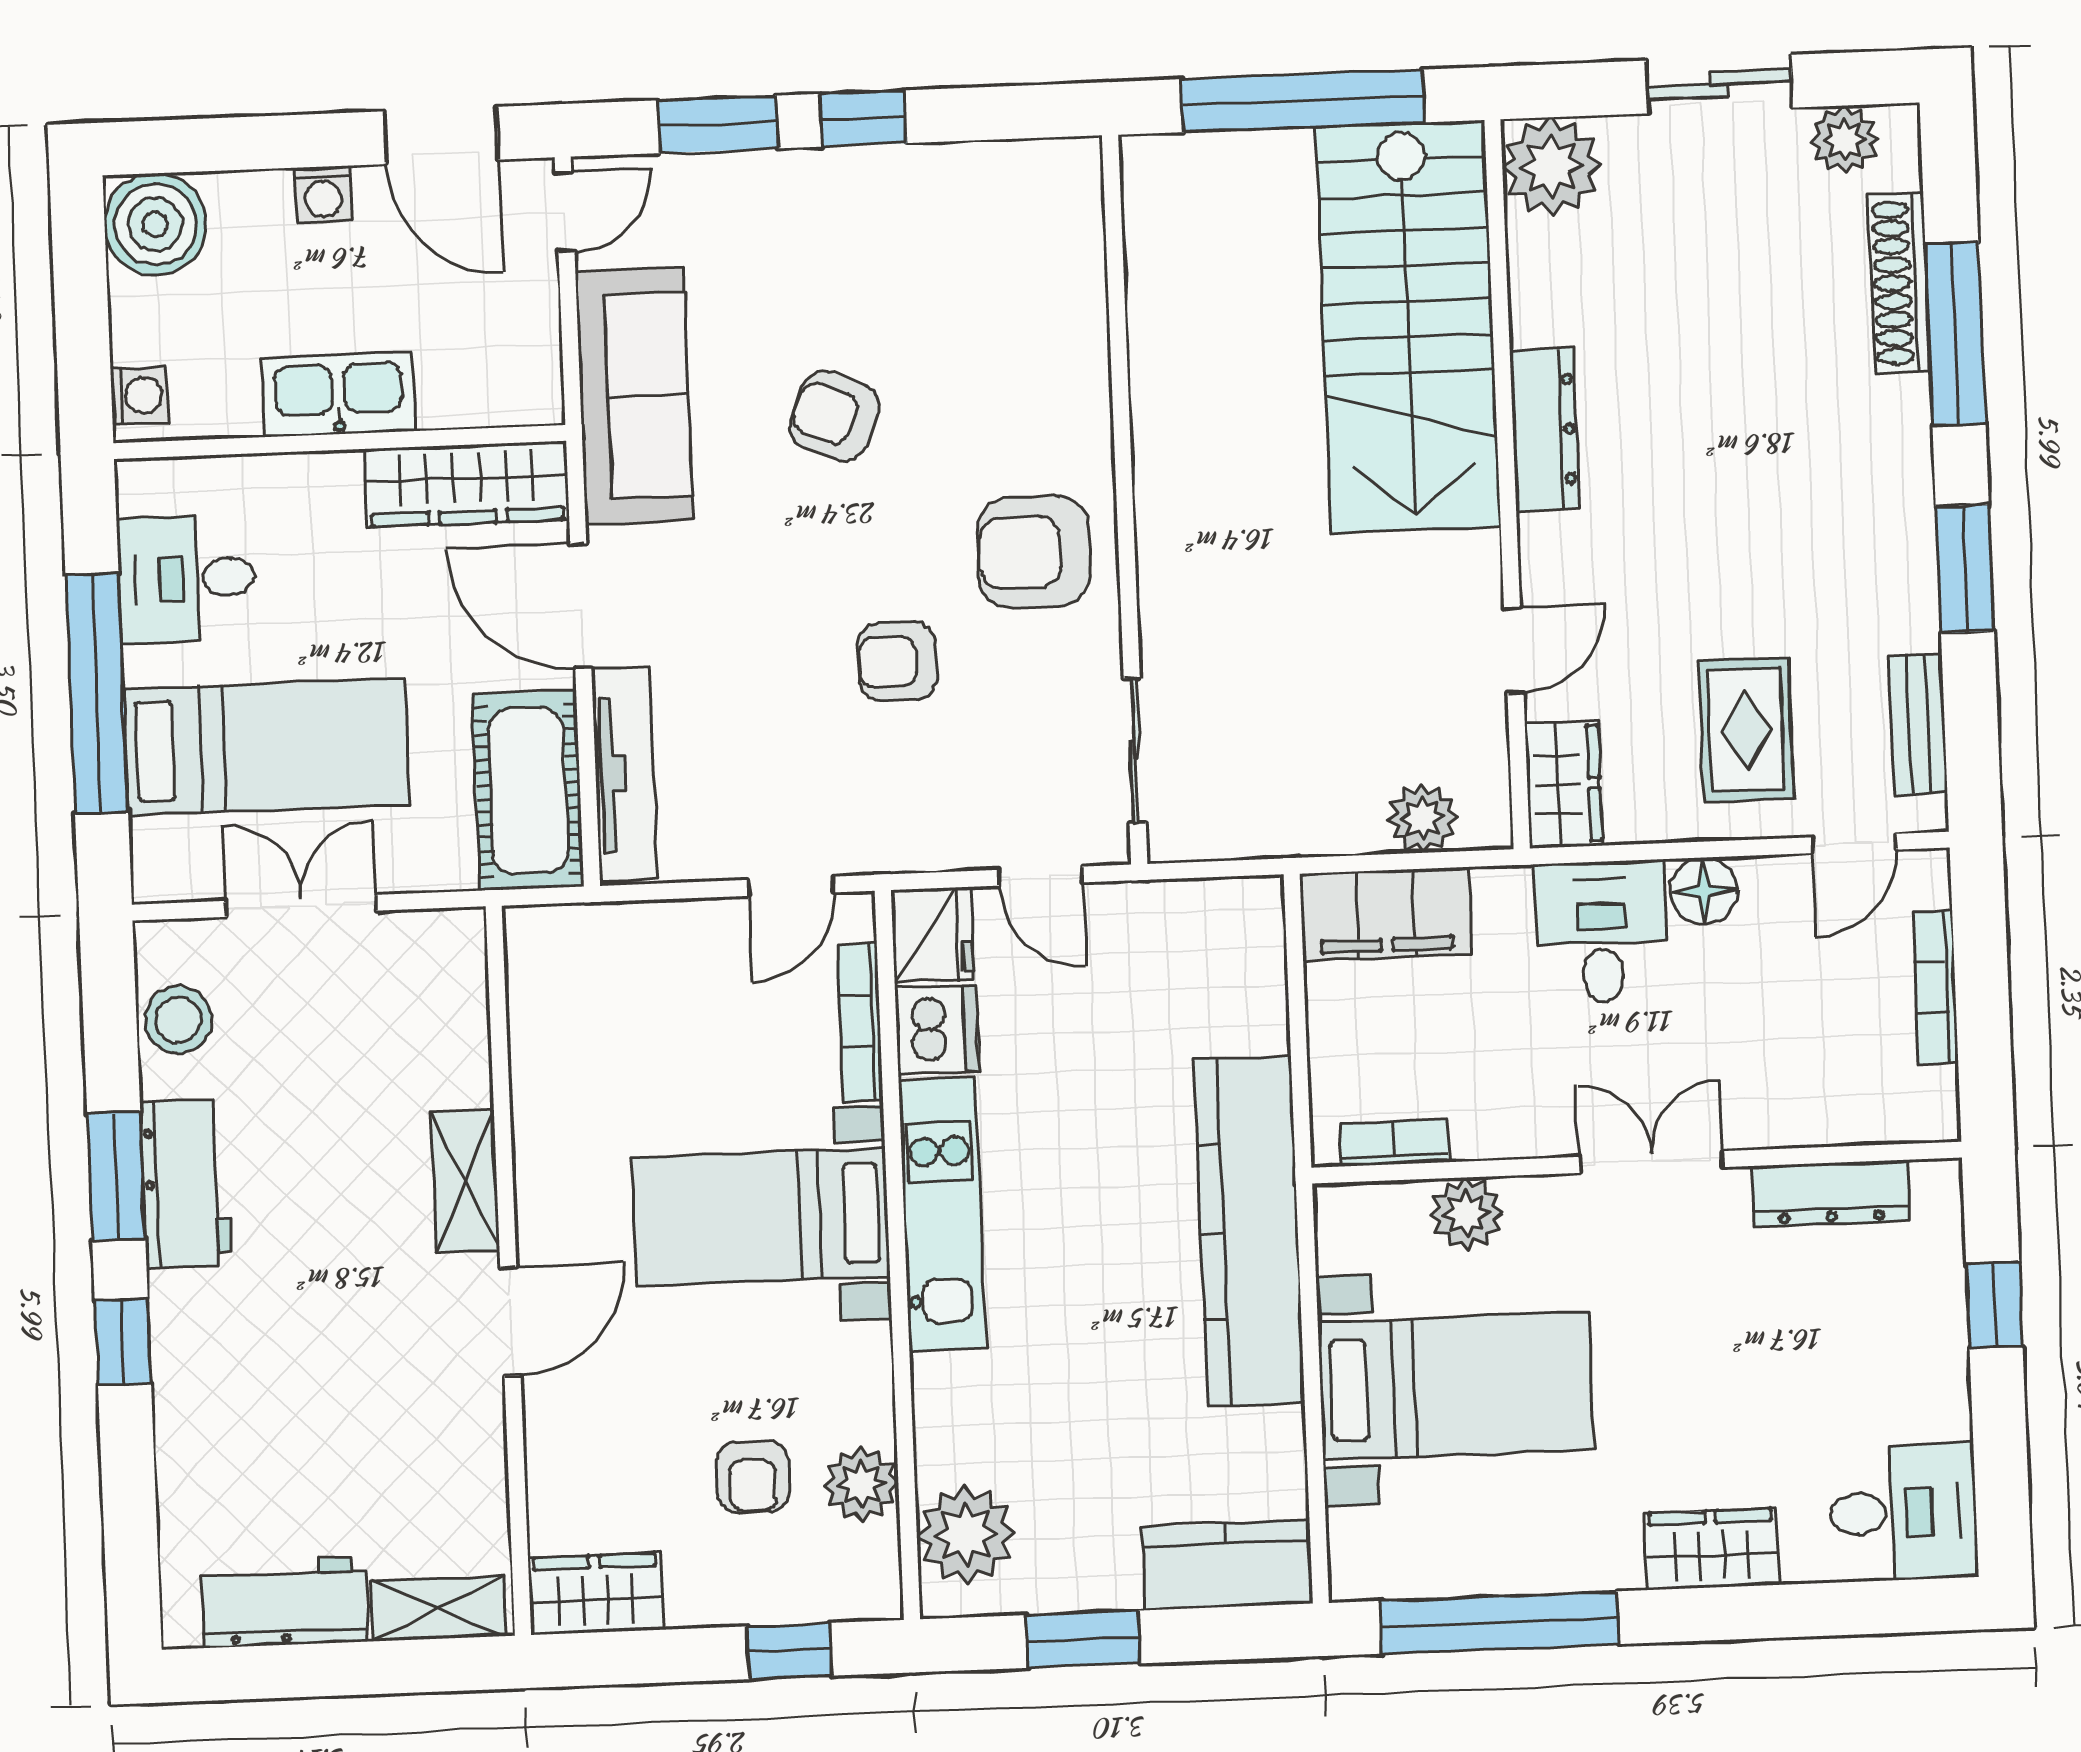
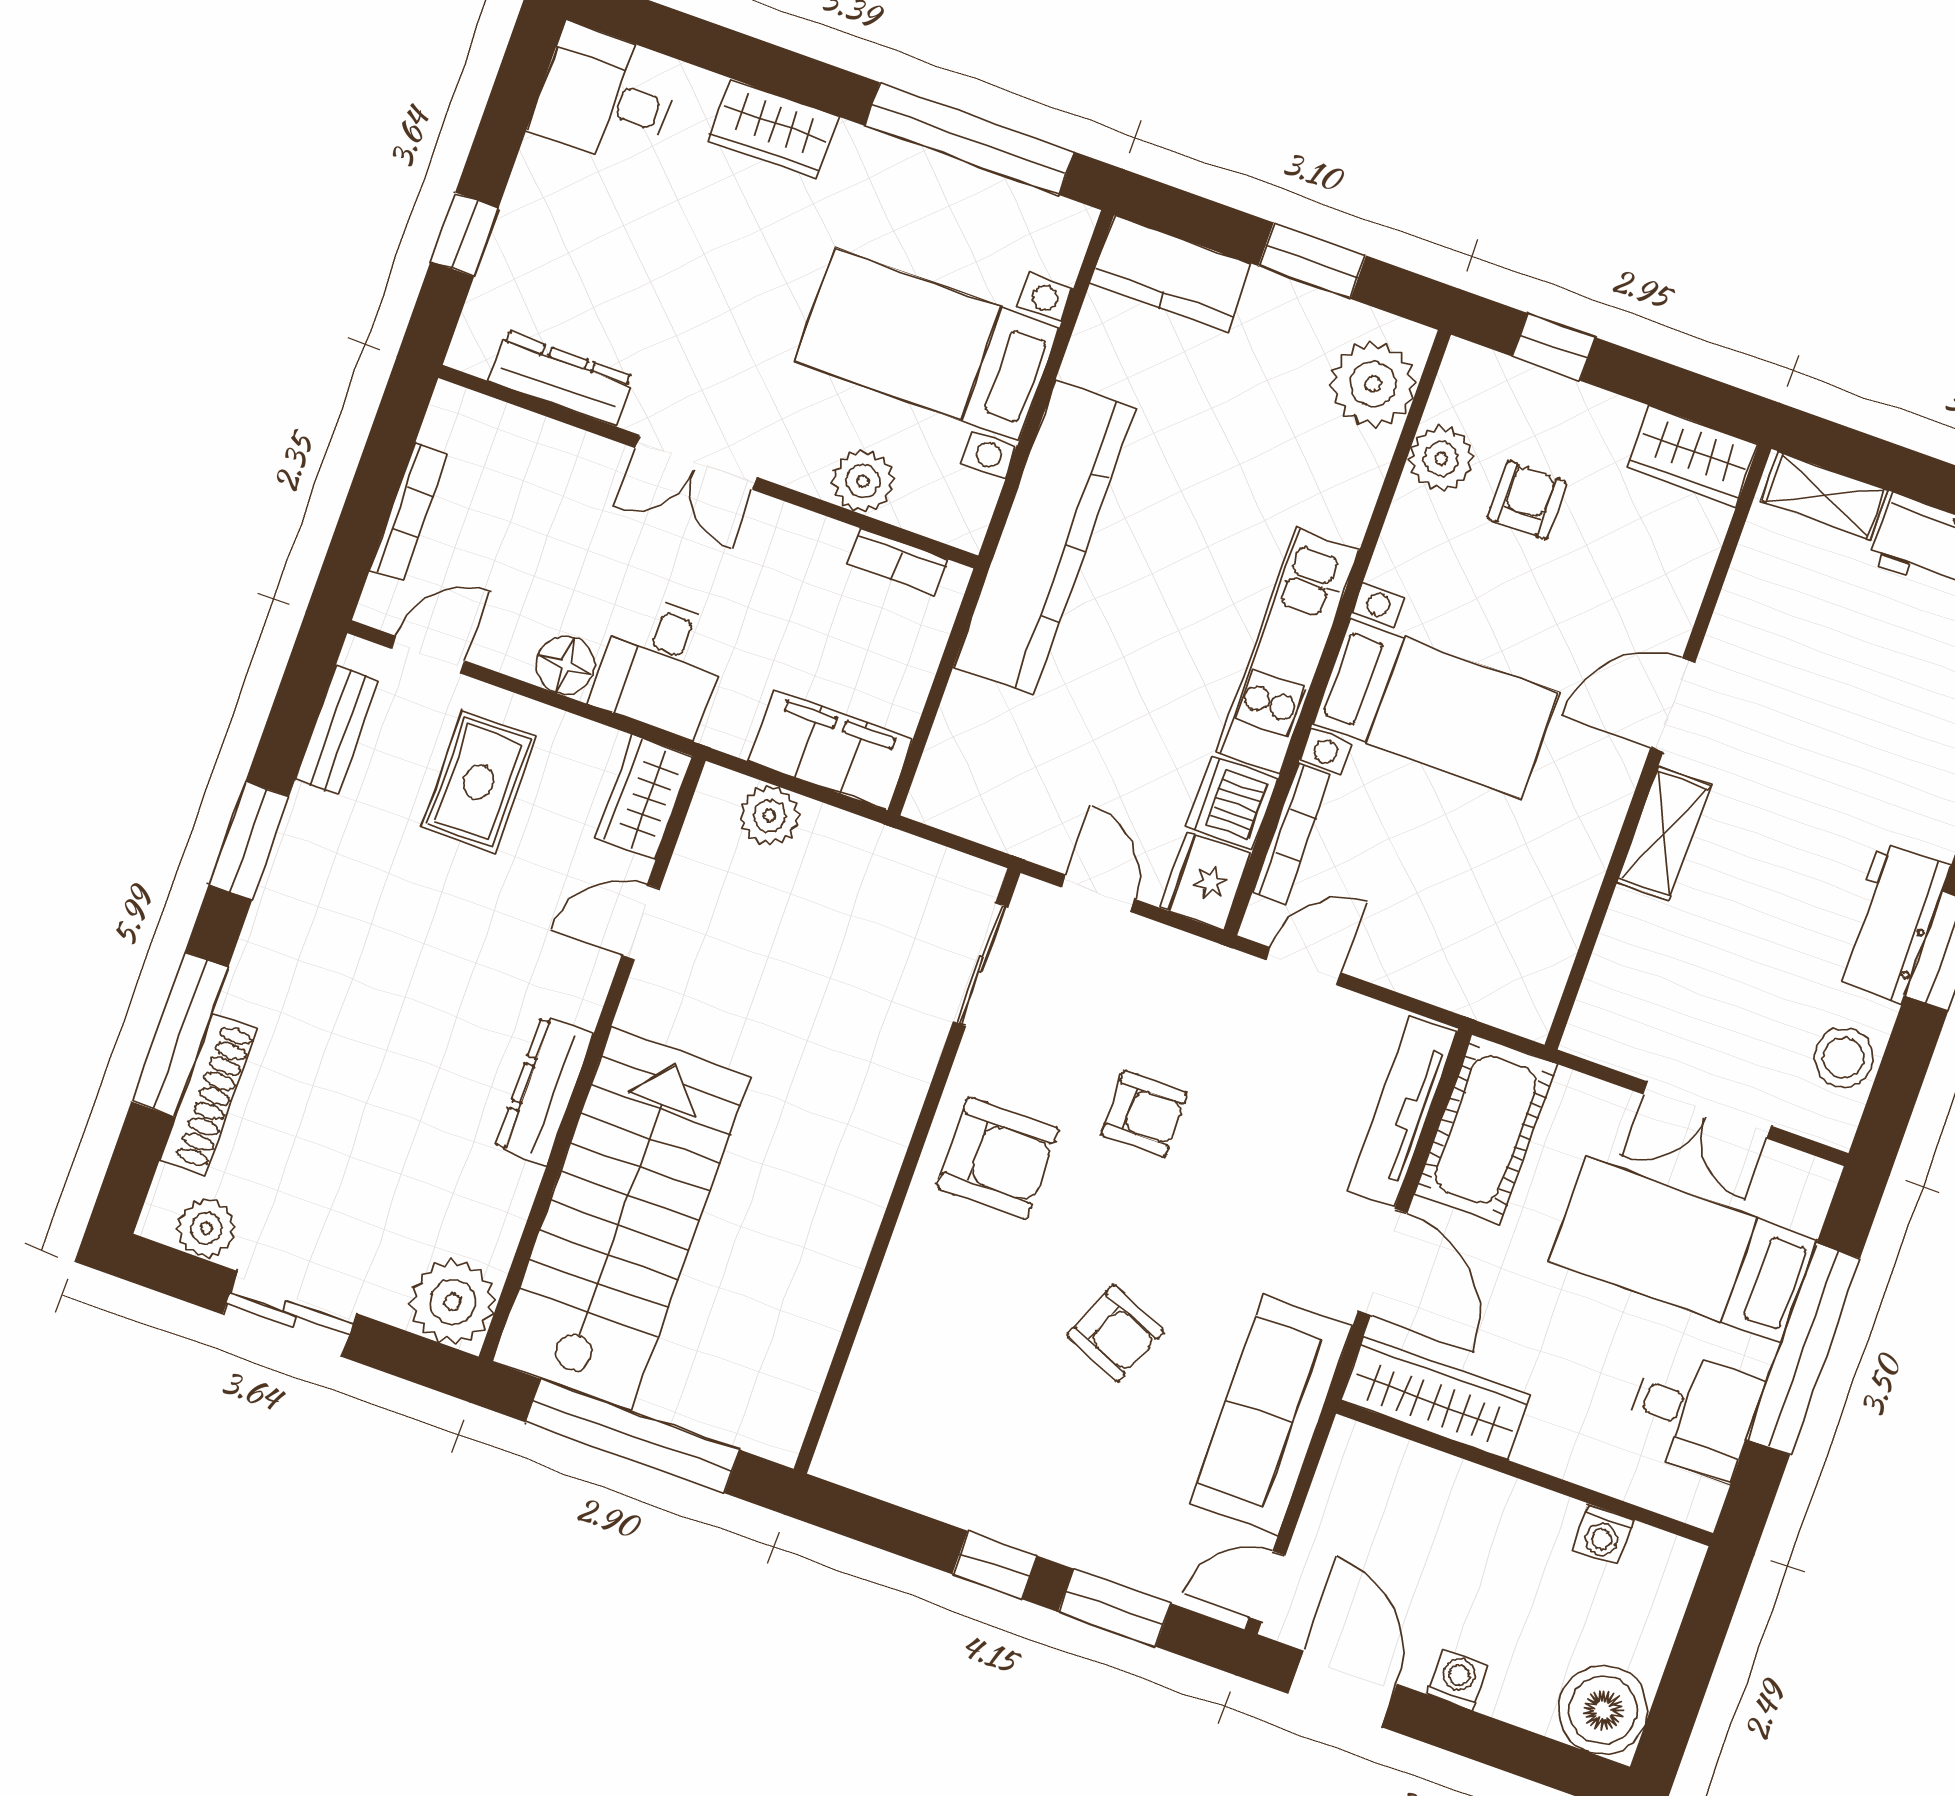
kitchen sink: (338, 394) -> (1510, 1512), removed
washing machine: (139, 395) -> (1603, 1535), moved, turned -90

